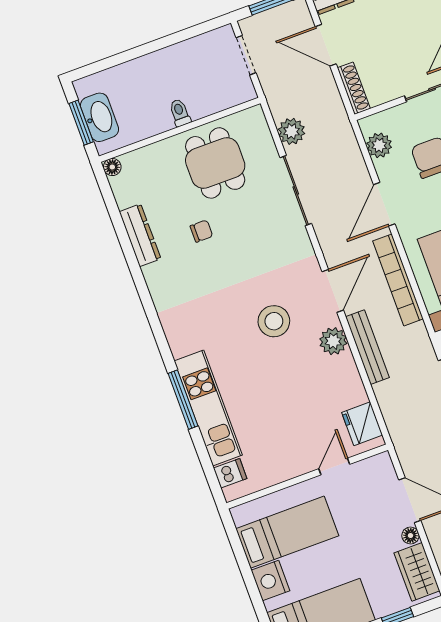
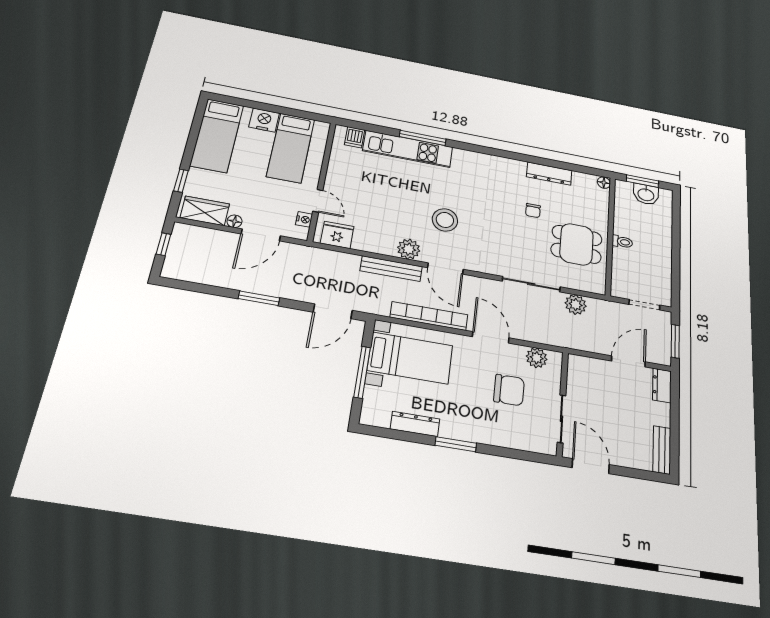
shoe rack: (354, 88) -> (588, 363), removed
washbasin: (100, 117) -> (646, 194), width x0.72
nightstand: (365, 468) -> (304, 219), added

